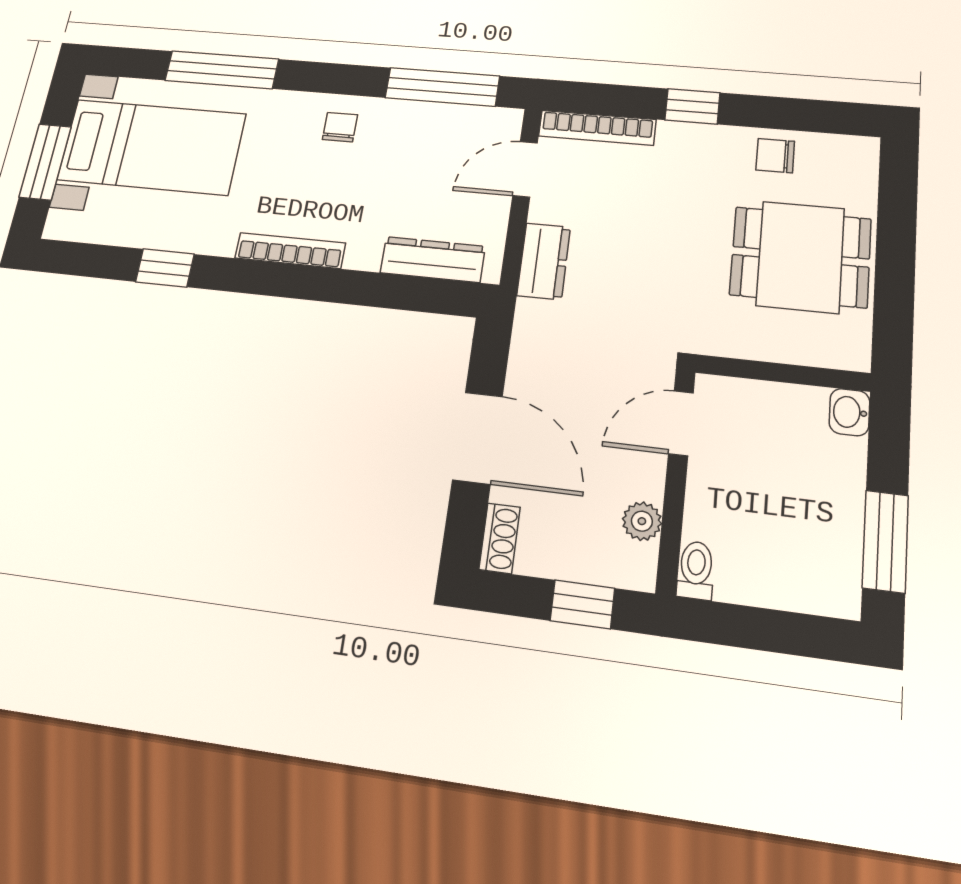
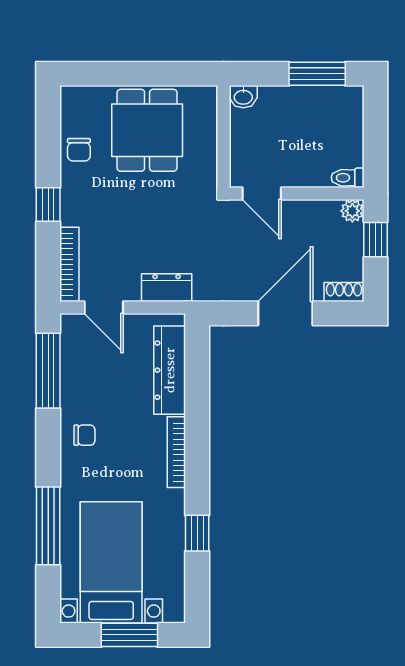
chair: (340, 127) -> (84, 435), turned 180
dresser: (433, 259) -> (170, 370), width x1.37, depth x1.24
plant: (642, 521) -> (352, 211), moved

